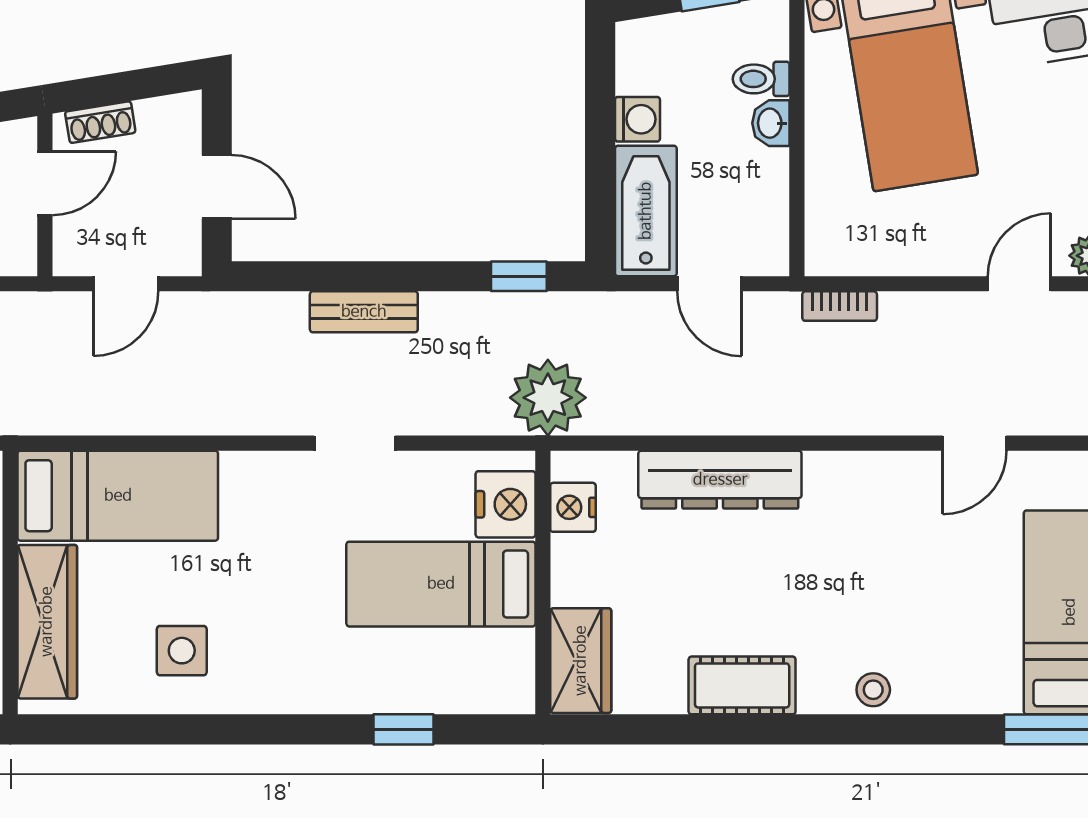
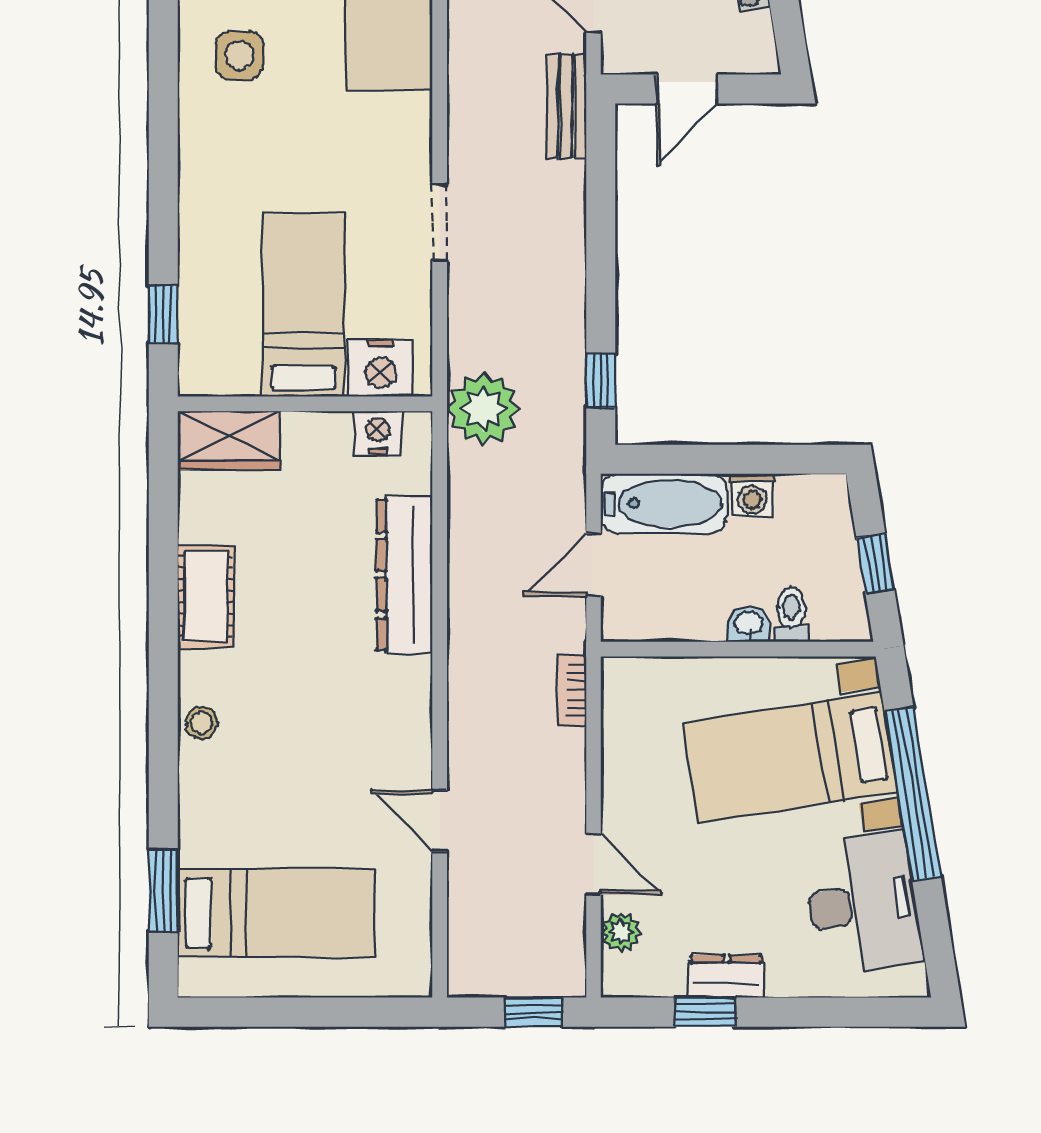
bench: (364, 312) -> (566, 106), moved
window: (403, 729) -> (163, 314), moved

